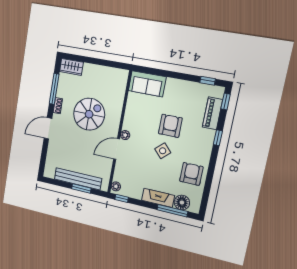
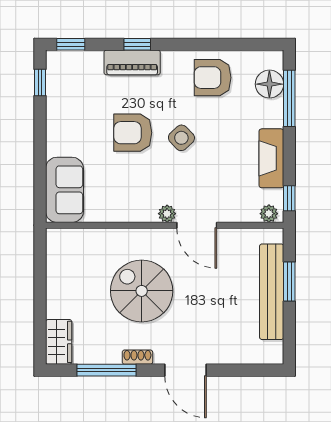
piano: (212, 113) -> (132, 62), moved
fireplace: (158, 198) -> (271, 158), moved

